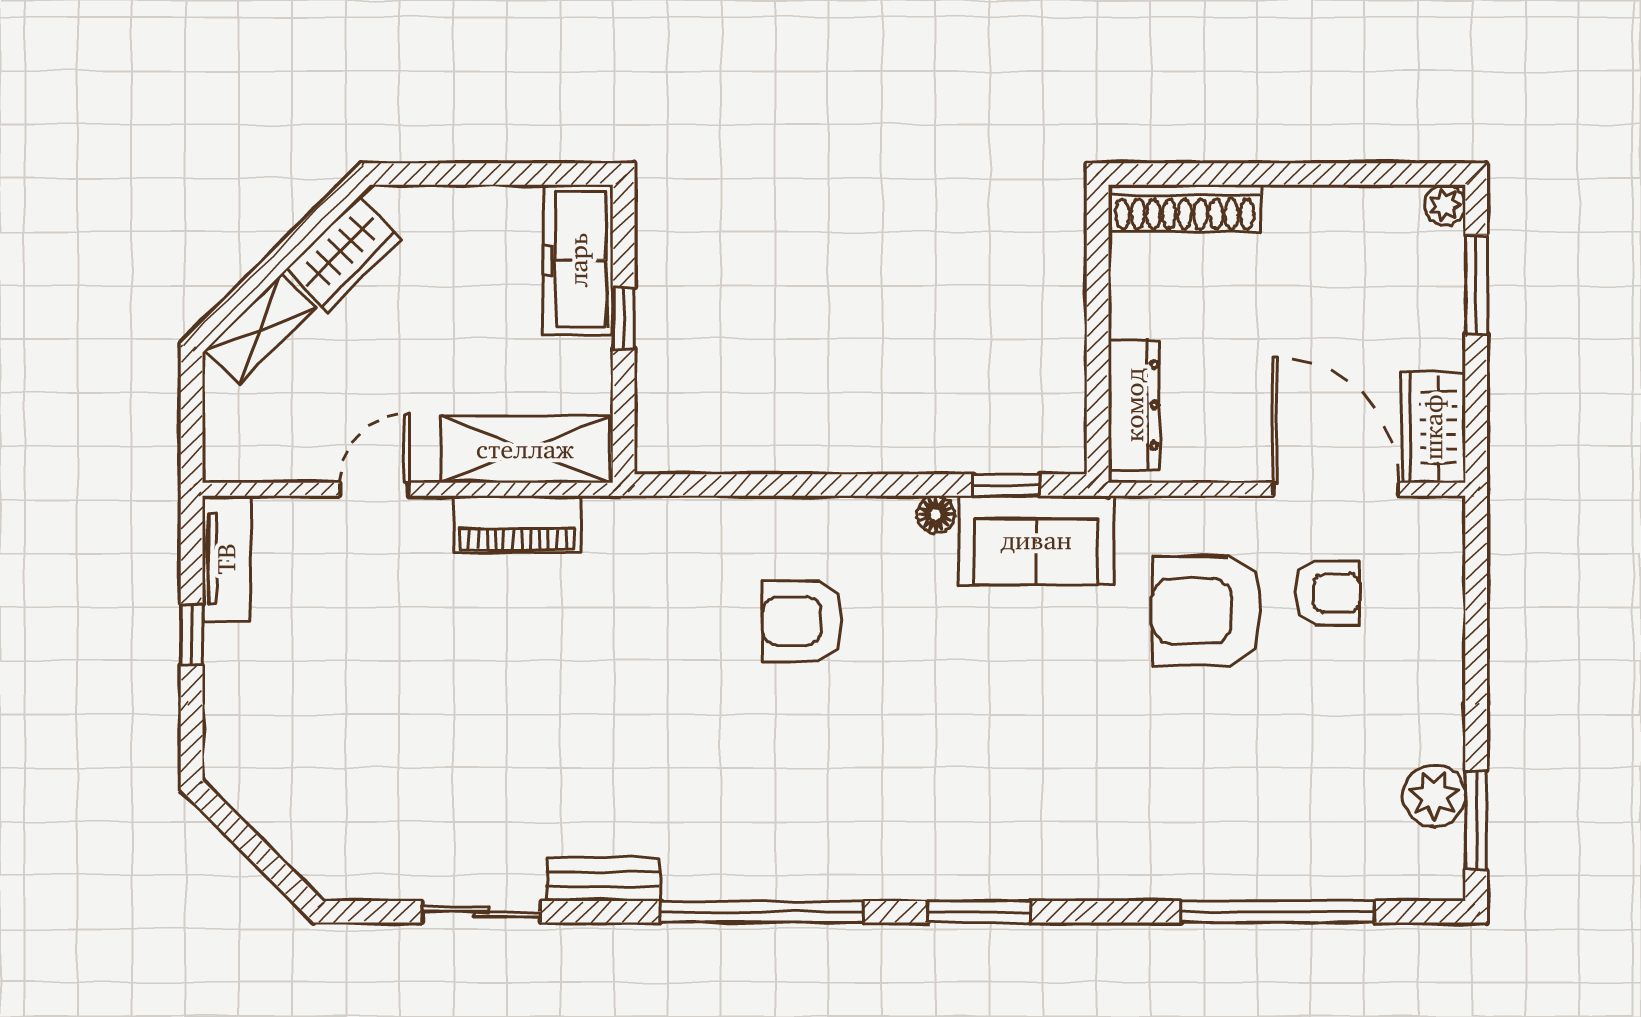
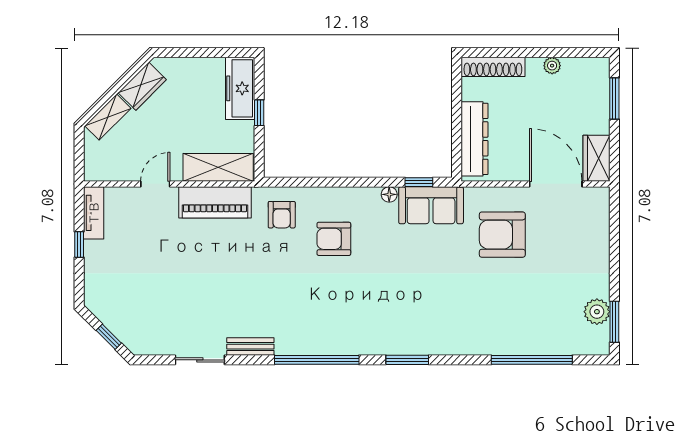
plant: (1445, 205) -> (552, 66), moved
dresser: (1134, 405) -> (474, 139), width x1.37, depth x1.24
piano: (518, 524) -> (215, 202), width x1.37, depth x1.33
armchair: (1328, 593) -> (282, 215), moved, turned 90
window: (263, 856) -> (109, 337), added

